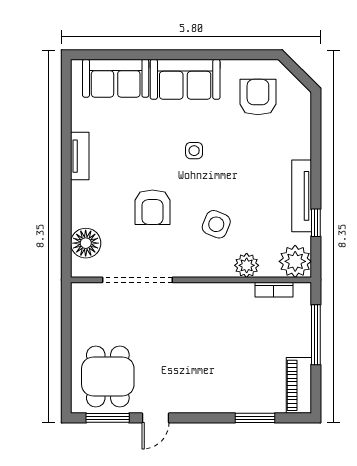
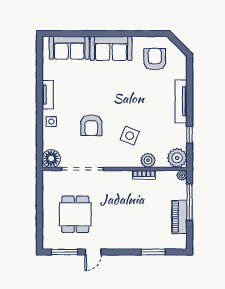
side table: (194, 151) -> (51, 122), moved
tv unit: (302, 196) -> (181, 101), moved
floor lamp: (86, 243) -> (51, 159), moved
bookcase: (274, 290) -> (144, 175), moved
plant: (303, 290) -> (182, 175), added
dining table: (108, 377) -> (75, 214), moved
piano: (299, 385) -> (179, 217), moved

